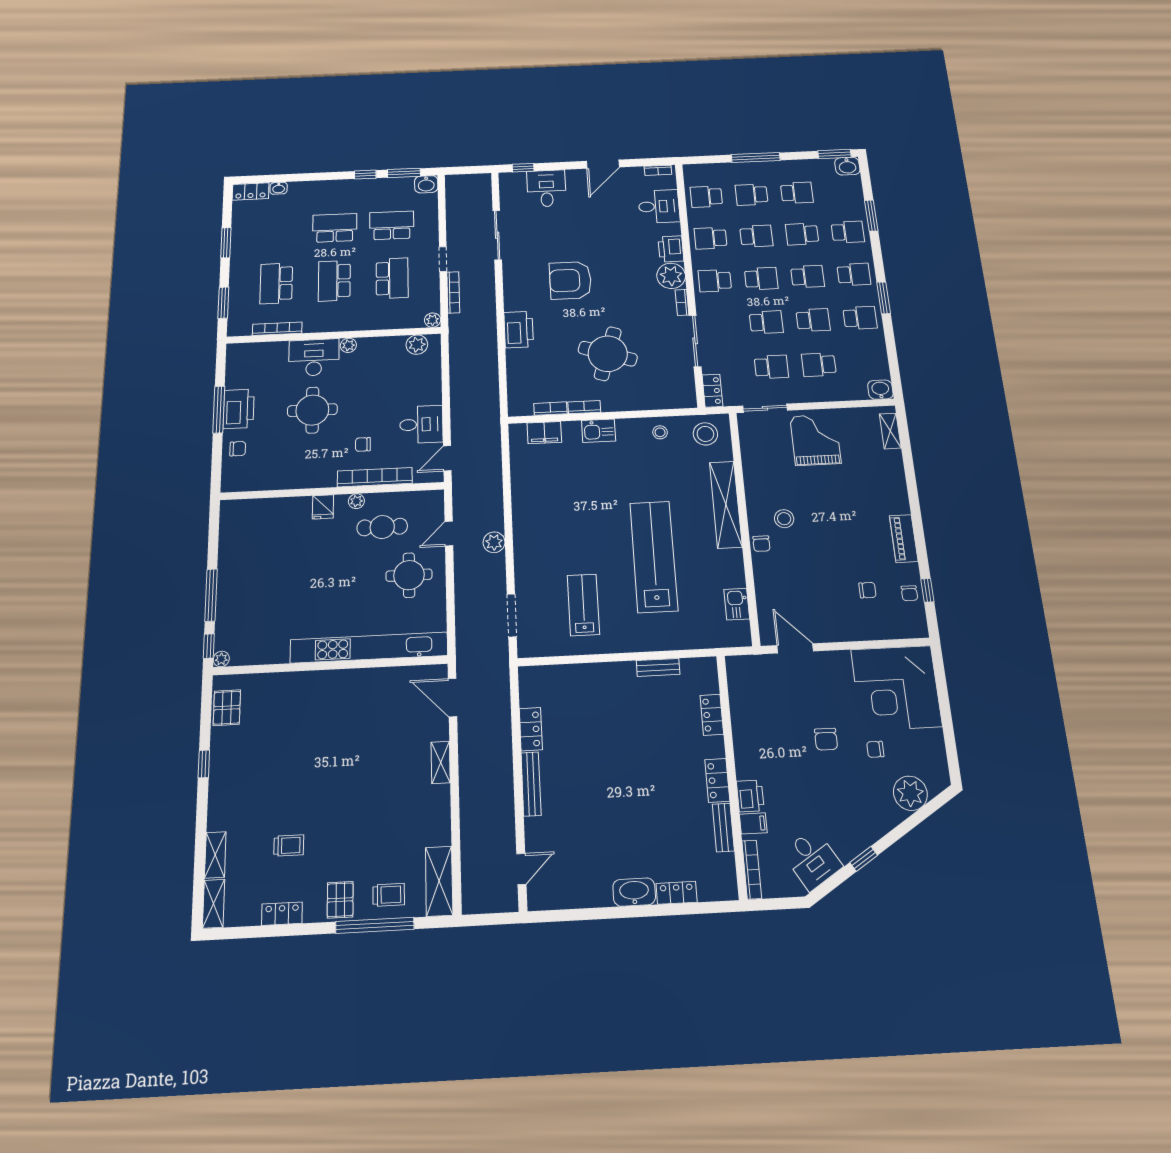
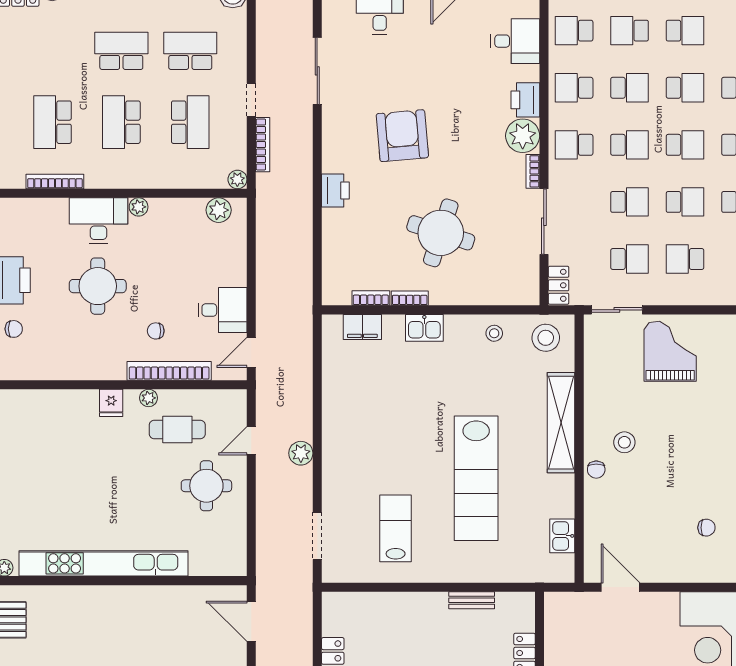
school desk: (802, 234) -> (685, 88), turned 180
armchair: (570, 280) -> (402, 136), turned 85
printer: (519, 330) -> (335, 191), width x0.73, depth x0.84
lab bench: (654, 556) -> (476, 478), turned 180
kitchen unit: (369, 648) -> (103, 563), moved

